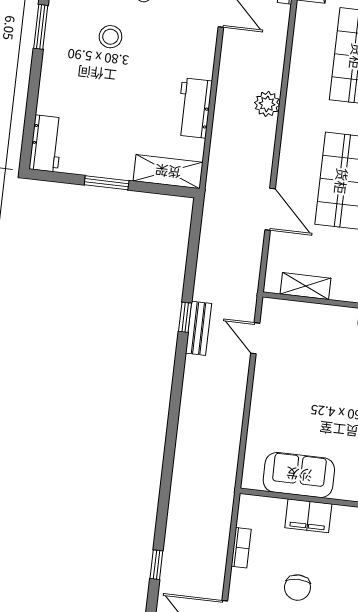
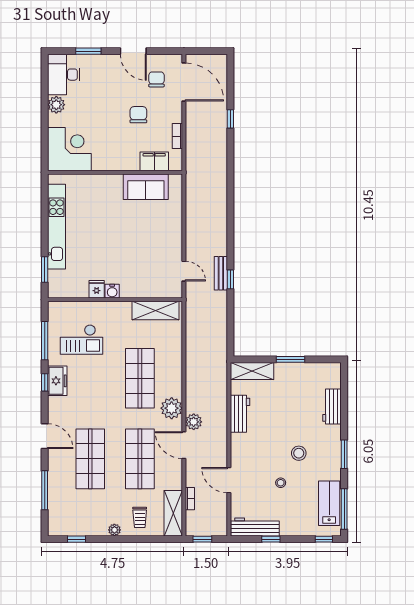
plant: (299, 129) -> (172, 408), added
workbench: (46, 143) -> (332, 407), moved
door: (270, 209) -> (184, 445), moved
shelving: (306, 286) -> (156, 310), width x1.50, depth x1.33
filing cabinet: (308, 516) -> (154, 161), moved

